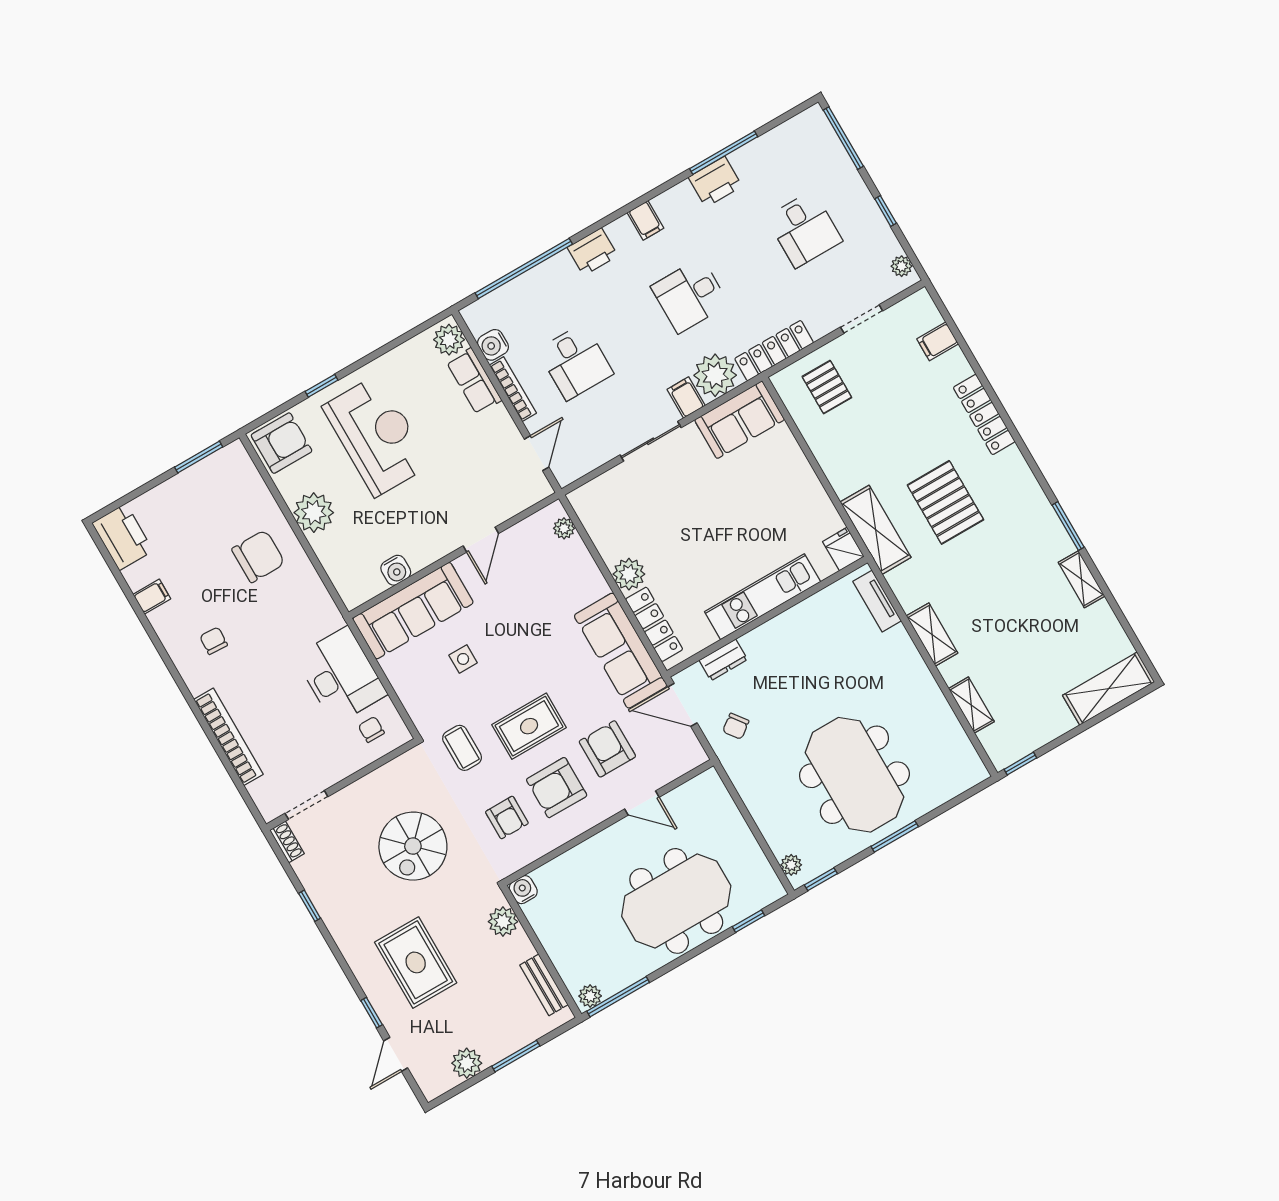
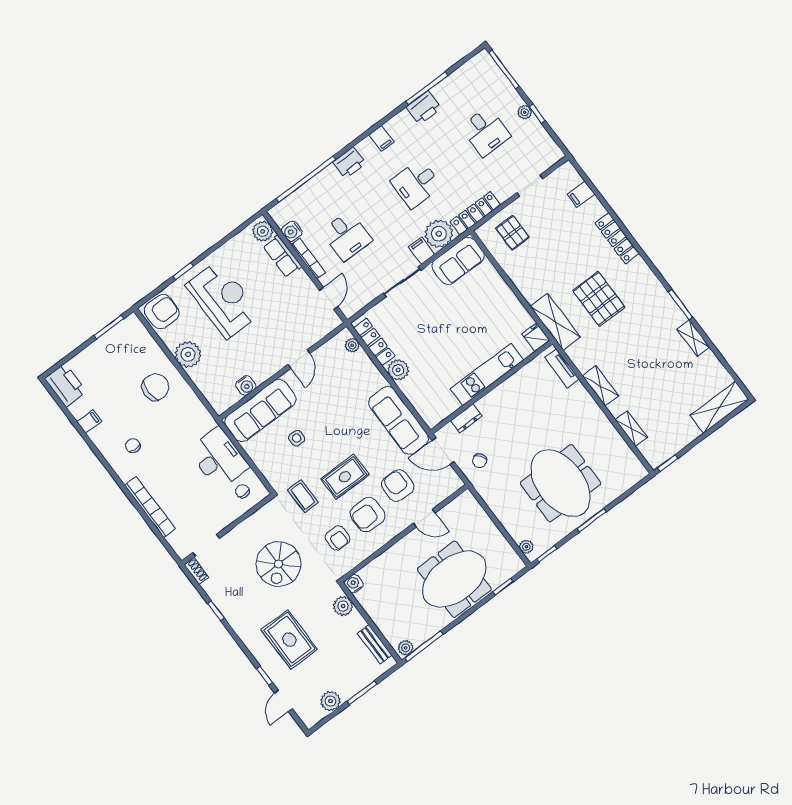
plant: (902, 266) -> (525, 112), moved
locker: (654, 624) -> (374, 342), moved

